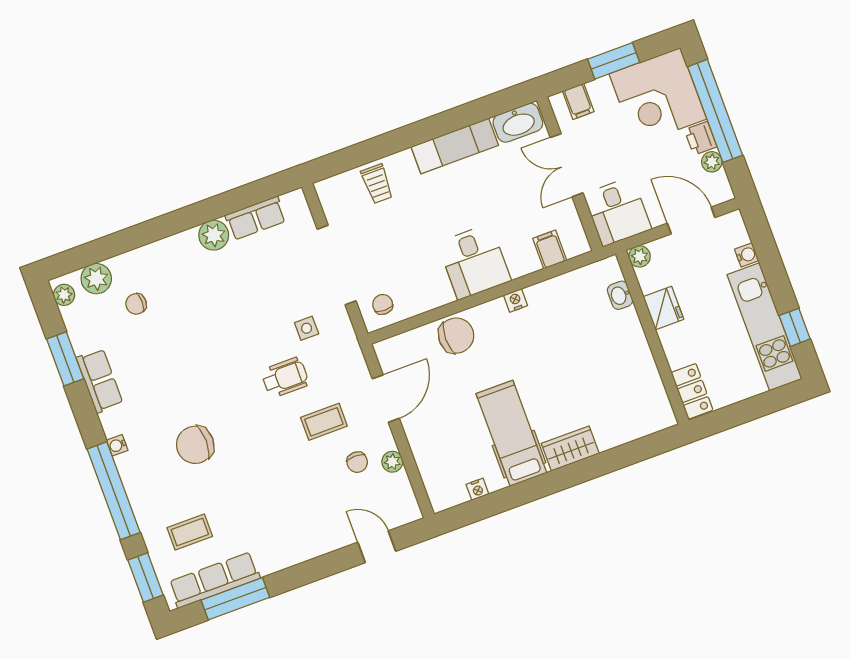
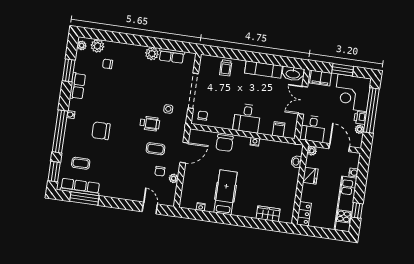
filing cabinet: (578, 101) -> (321, 78), width x2.00
chair: (456, 336) -> (225, 143), turned 90
wardrobe: (570, 448) -> (268, 214), moved

